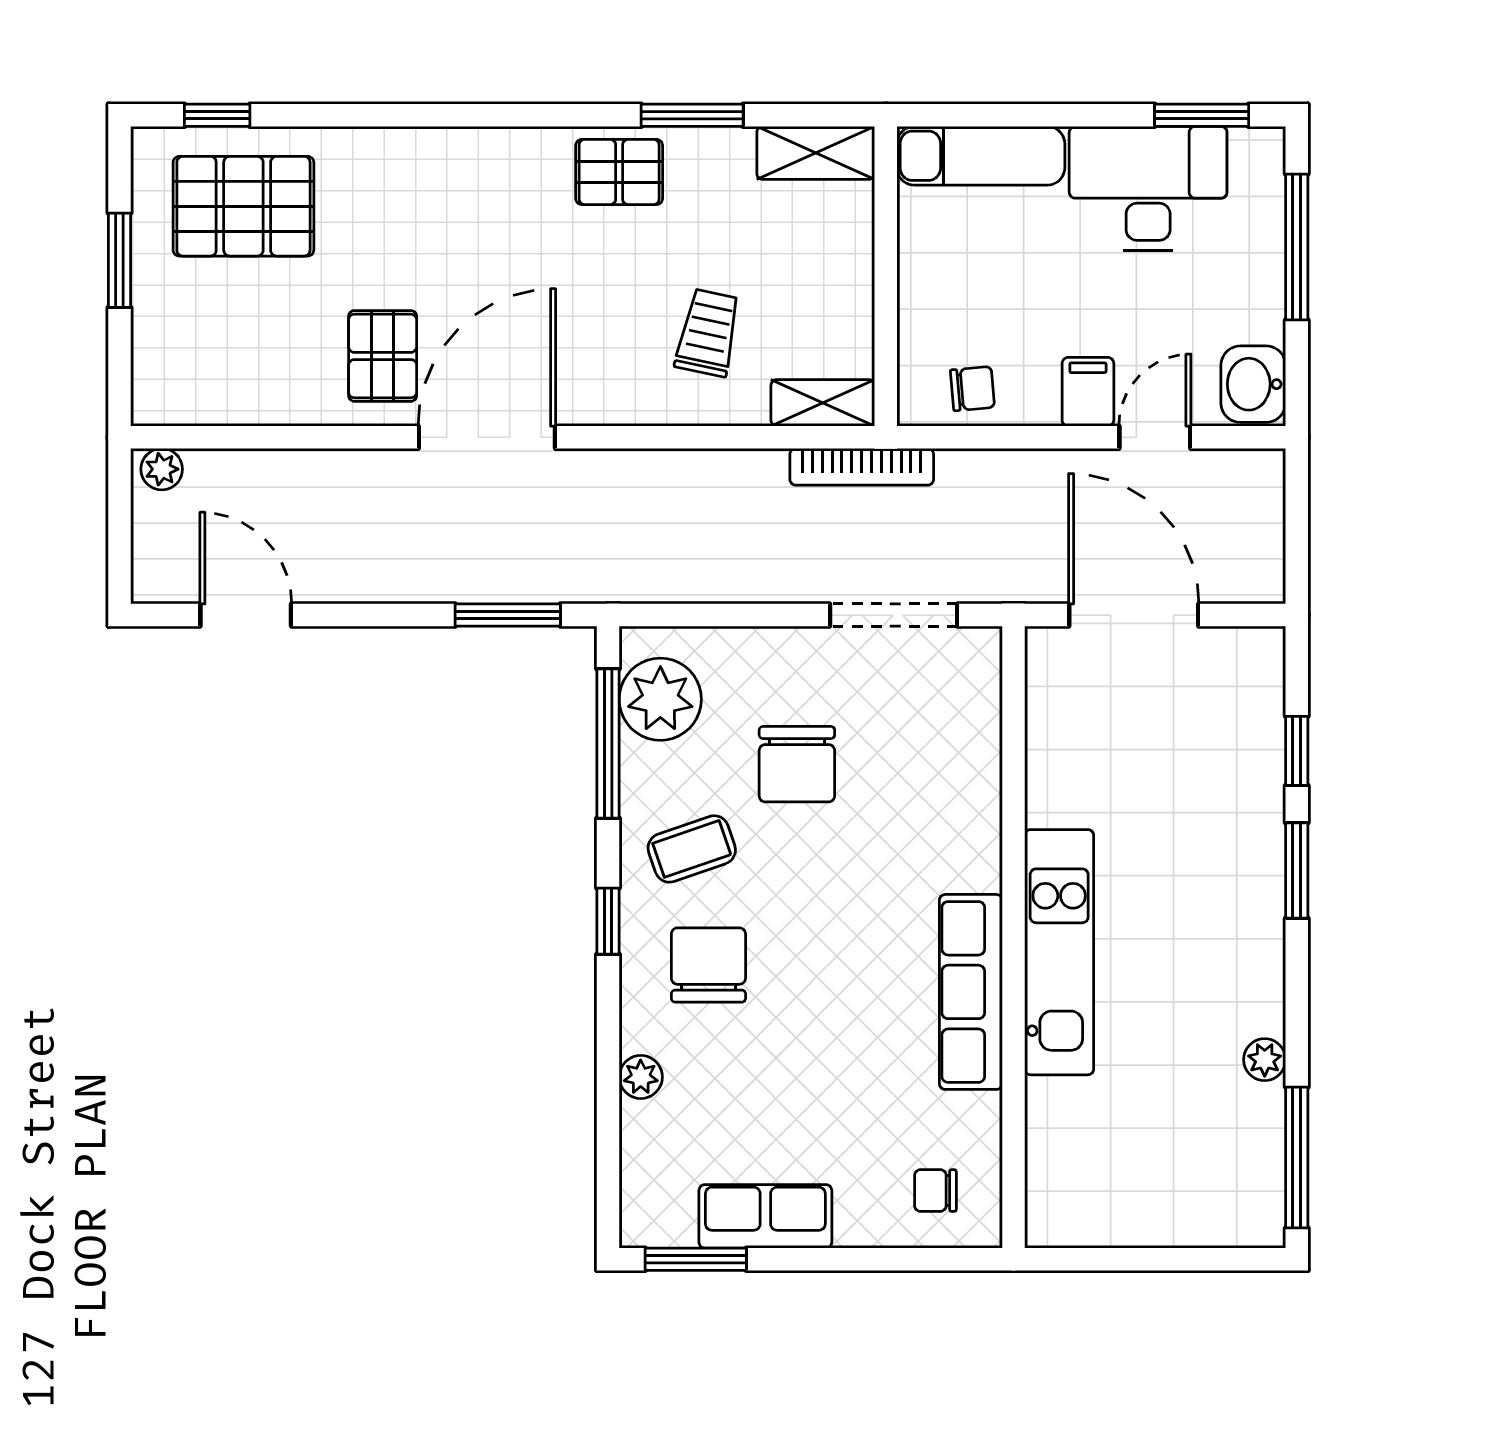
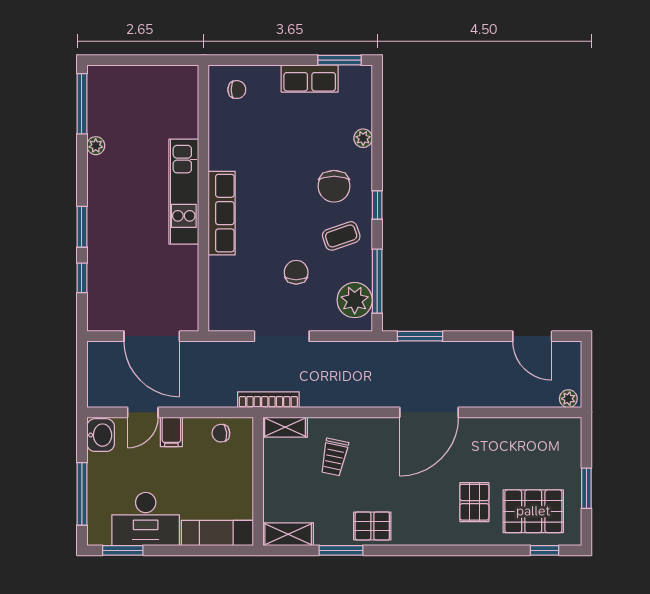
pallet: (383, 356) -> (474, 502), moved
doorway: (894, 615) -> (282, 336), moved
chair: (797, 764) -> (296, 272), width x0.73, depth x0.73
row of seats: (971, 992) -> (222, 213), moved

